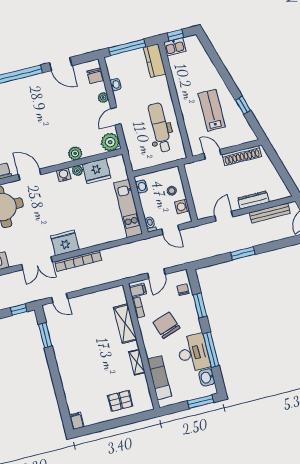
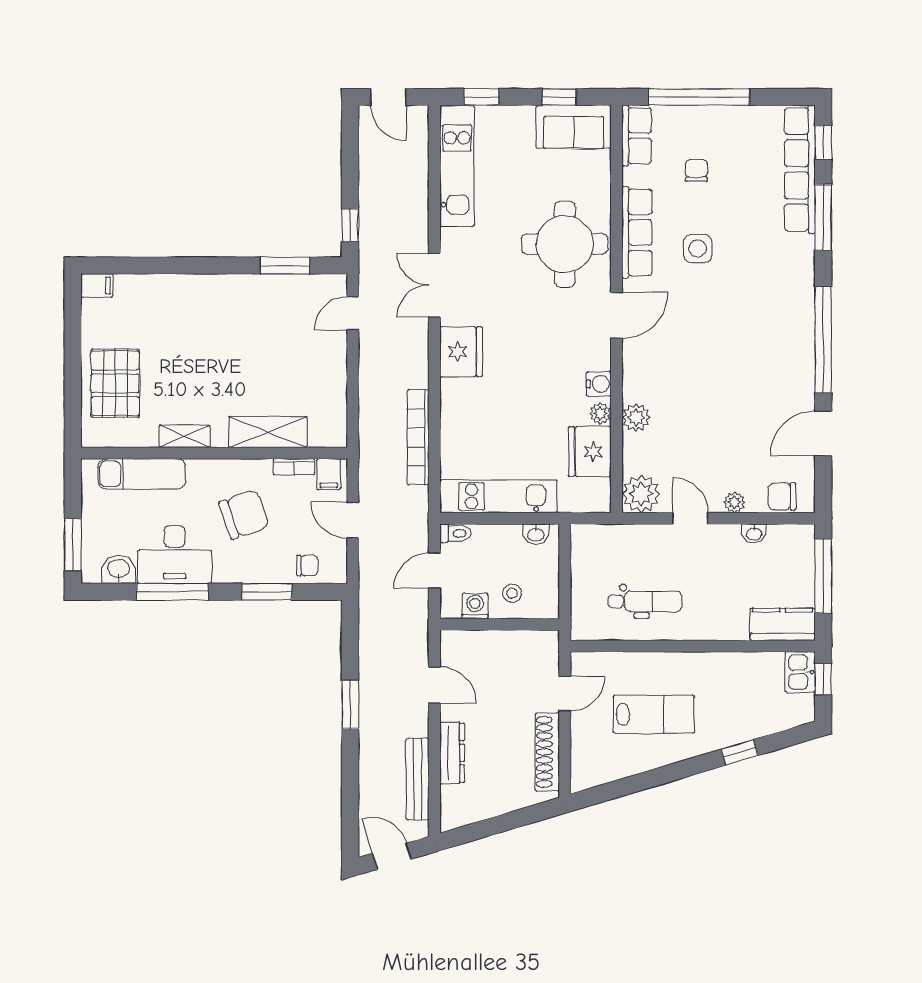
window: (243, 105) -> (740, 752), moved
dental chair: (160, 128) -> (645, 601), width x0.73, depth x0.72
bookcase: (78, 261) -> (418, 437), moved
pallet: (120, 401) -> (115, 383), width x1.50, depth x1.42

